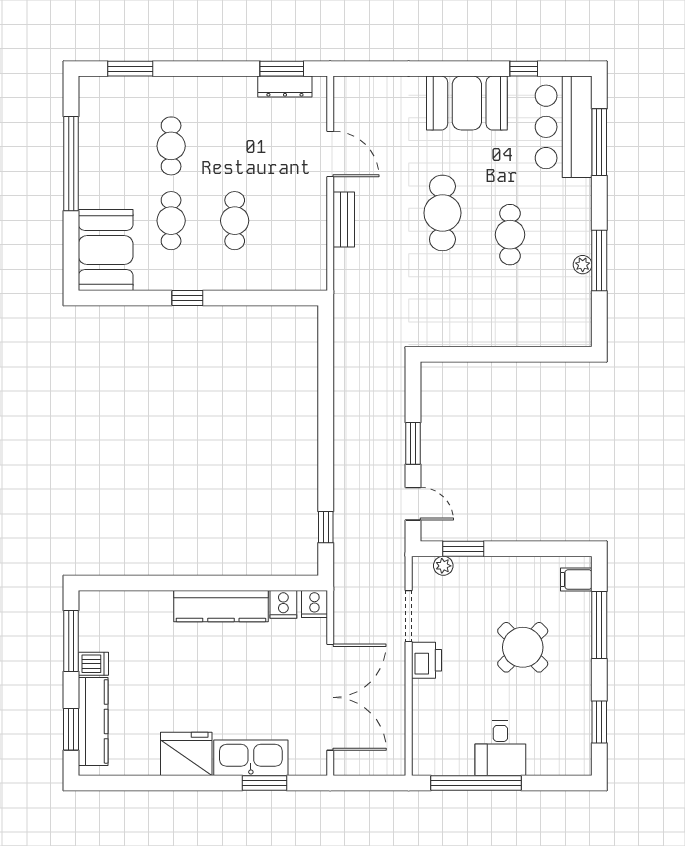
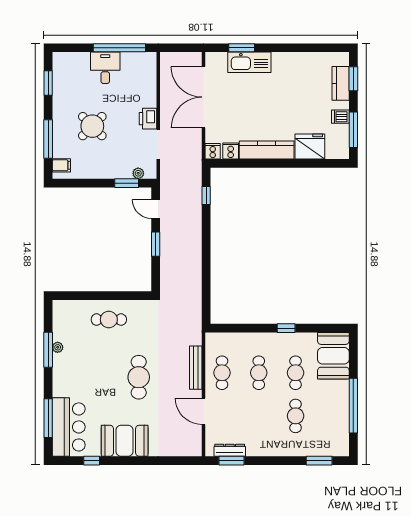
bench: (344, 219) -> (196, 368), width x1.36
cafe table: (298, 221) -> (222, 373), added
cafe table: (510, 235) -> (109, 320), moved, turned 90
kitchen counter: (93, 721) -> (341, 83), width x0.67
fridge: (186, 754) -> (310, 146), moved, turned 180

